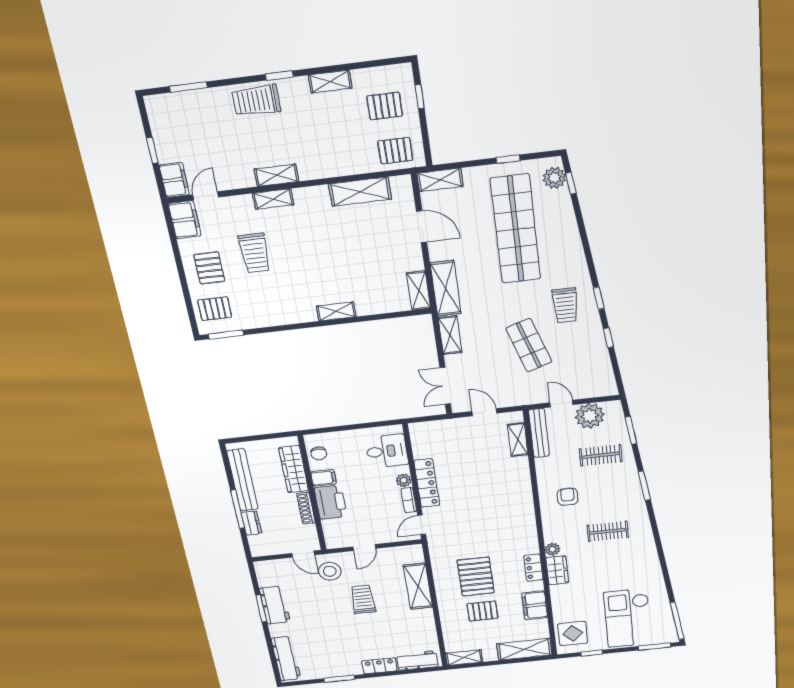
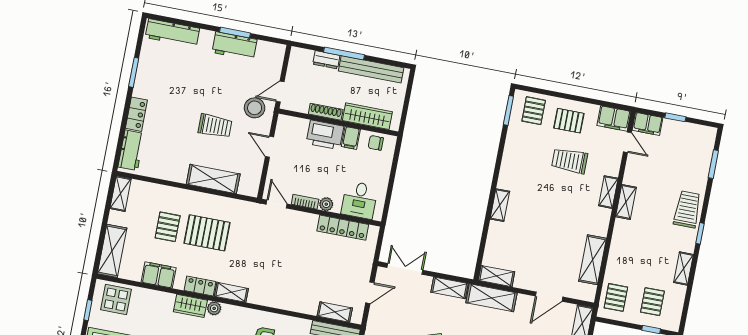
locker: (427, 483) -> (343, 228), moved
shelving: (530, 539) -> (231, 292), added

